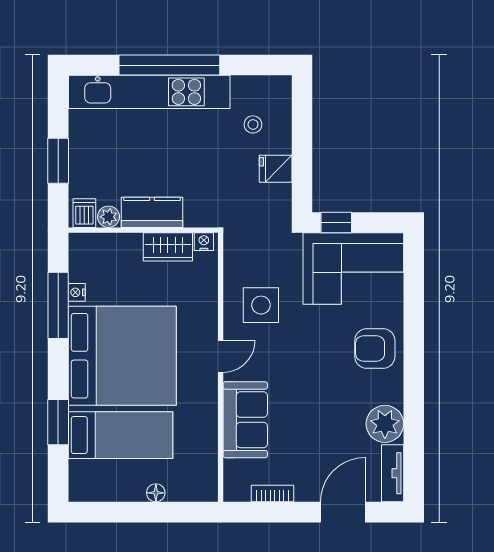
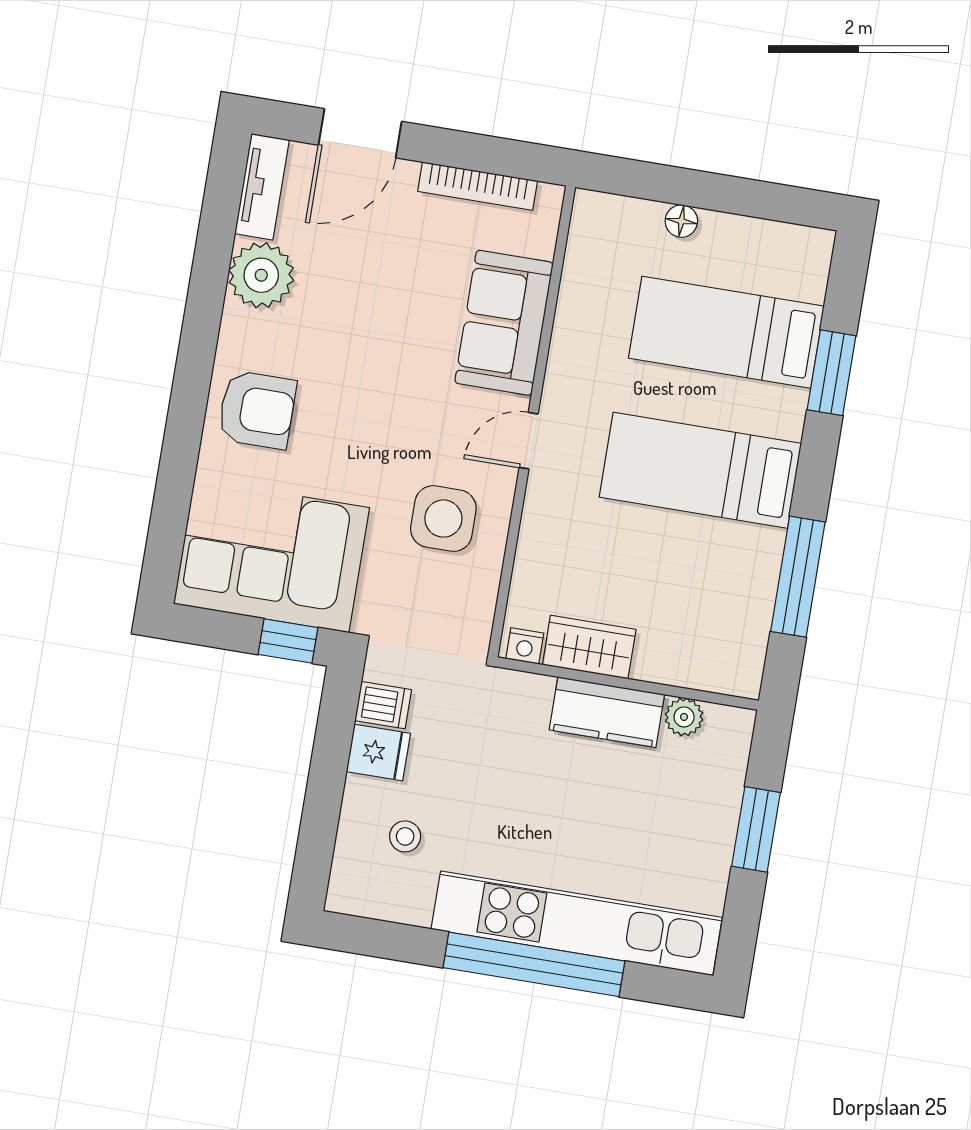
dishwasher: (84, 213) -> (383, 705), moved, turned -90
nightstand: (77, 292) -> (762, 594), removed
bed: (122, 356) -> (700, 470), width x0.49
bookcase: (273, 494) -> (478, 186), width x1.56

